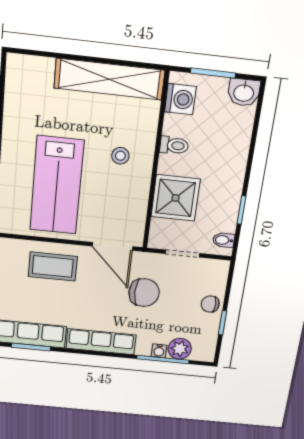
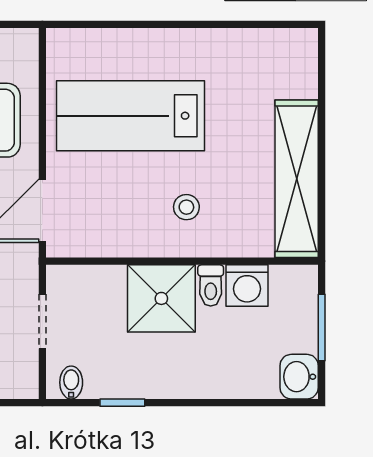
washing machine: (180, 99) -> (247, 285), moved
shower: (176, 198) -> (161, 298), moved

